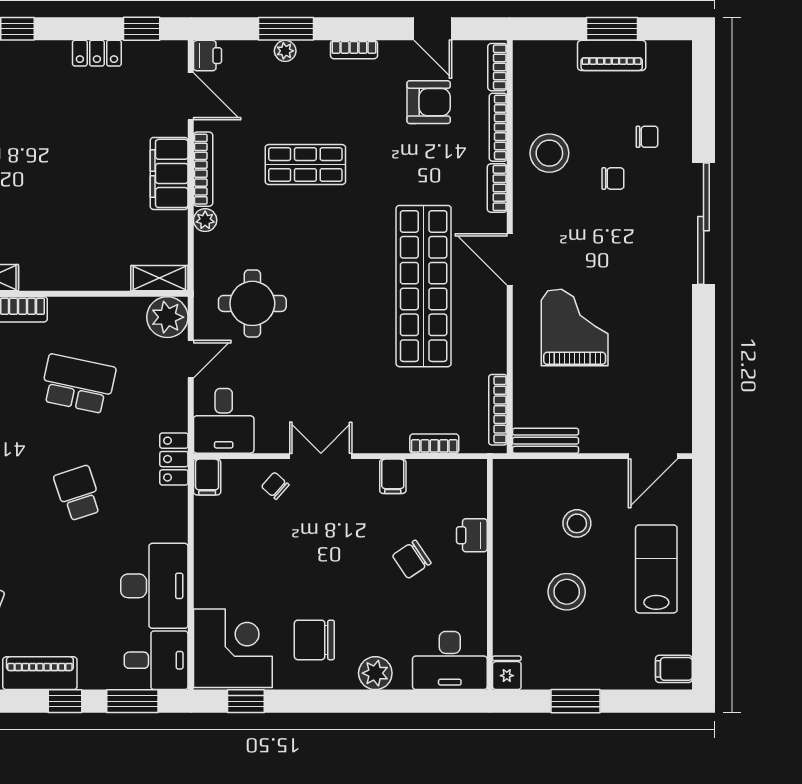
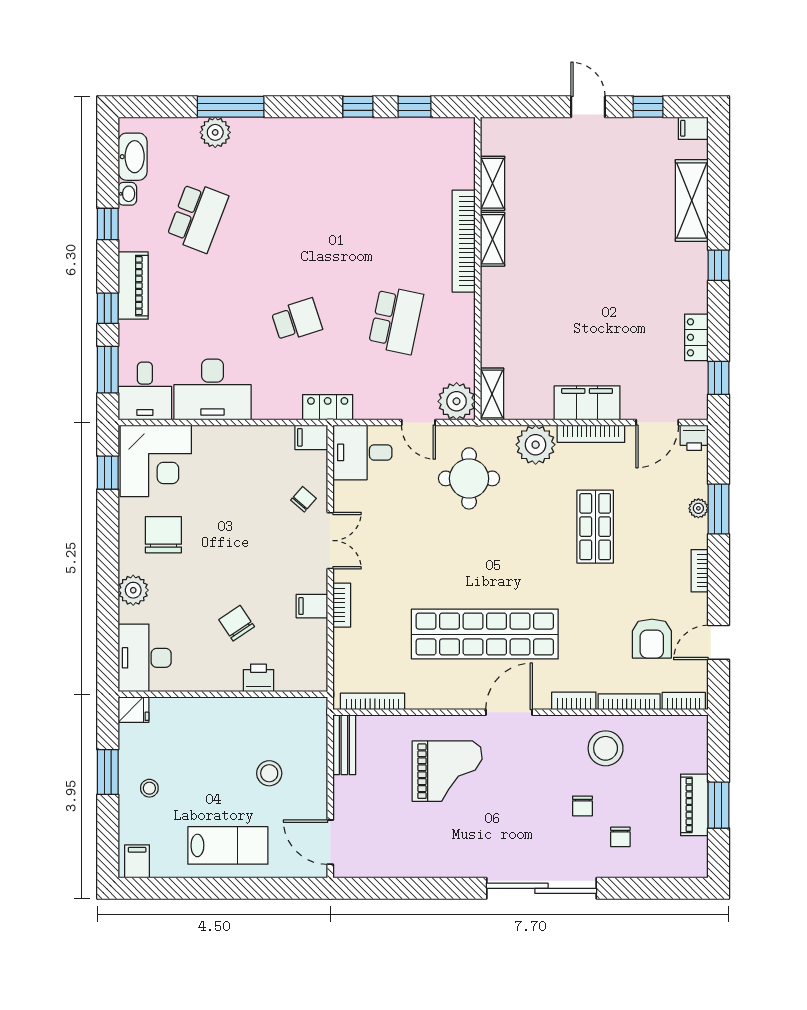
plant: (205, 220) -> (536, 445), width x1.87, depth x1.87
bookcase: (434, 444) -> (342, 605), moved
stool: (567, 592) -> (149, 788), moved, width x0.53, depth x0.53

